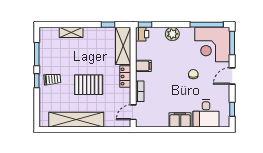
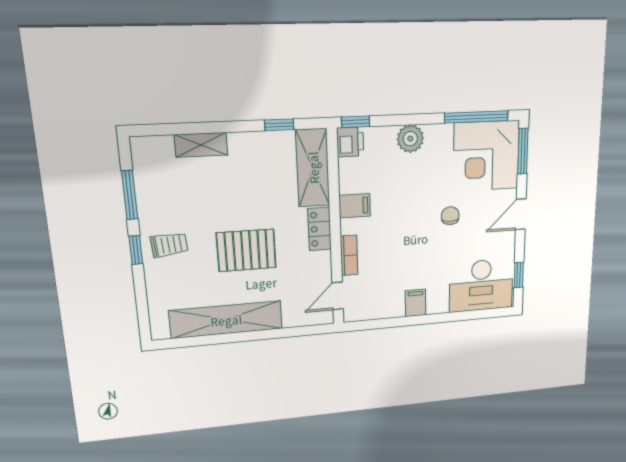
desk: (206, 113) -> (481, 285), width x1.37
filing cabinet: (180, 120) -> (416, 303), width x0.50

